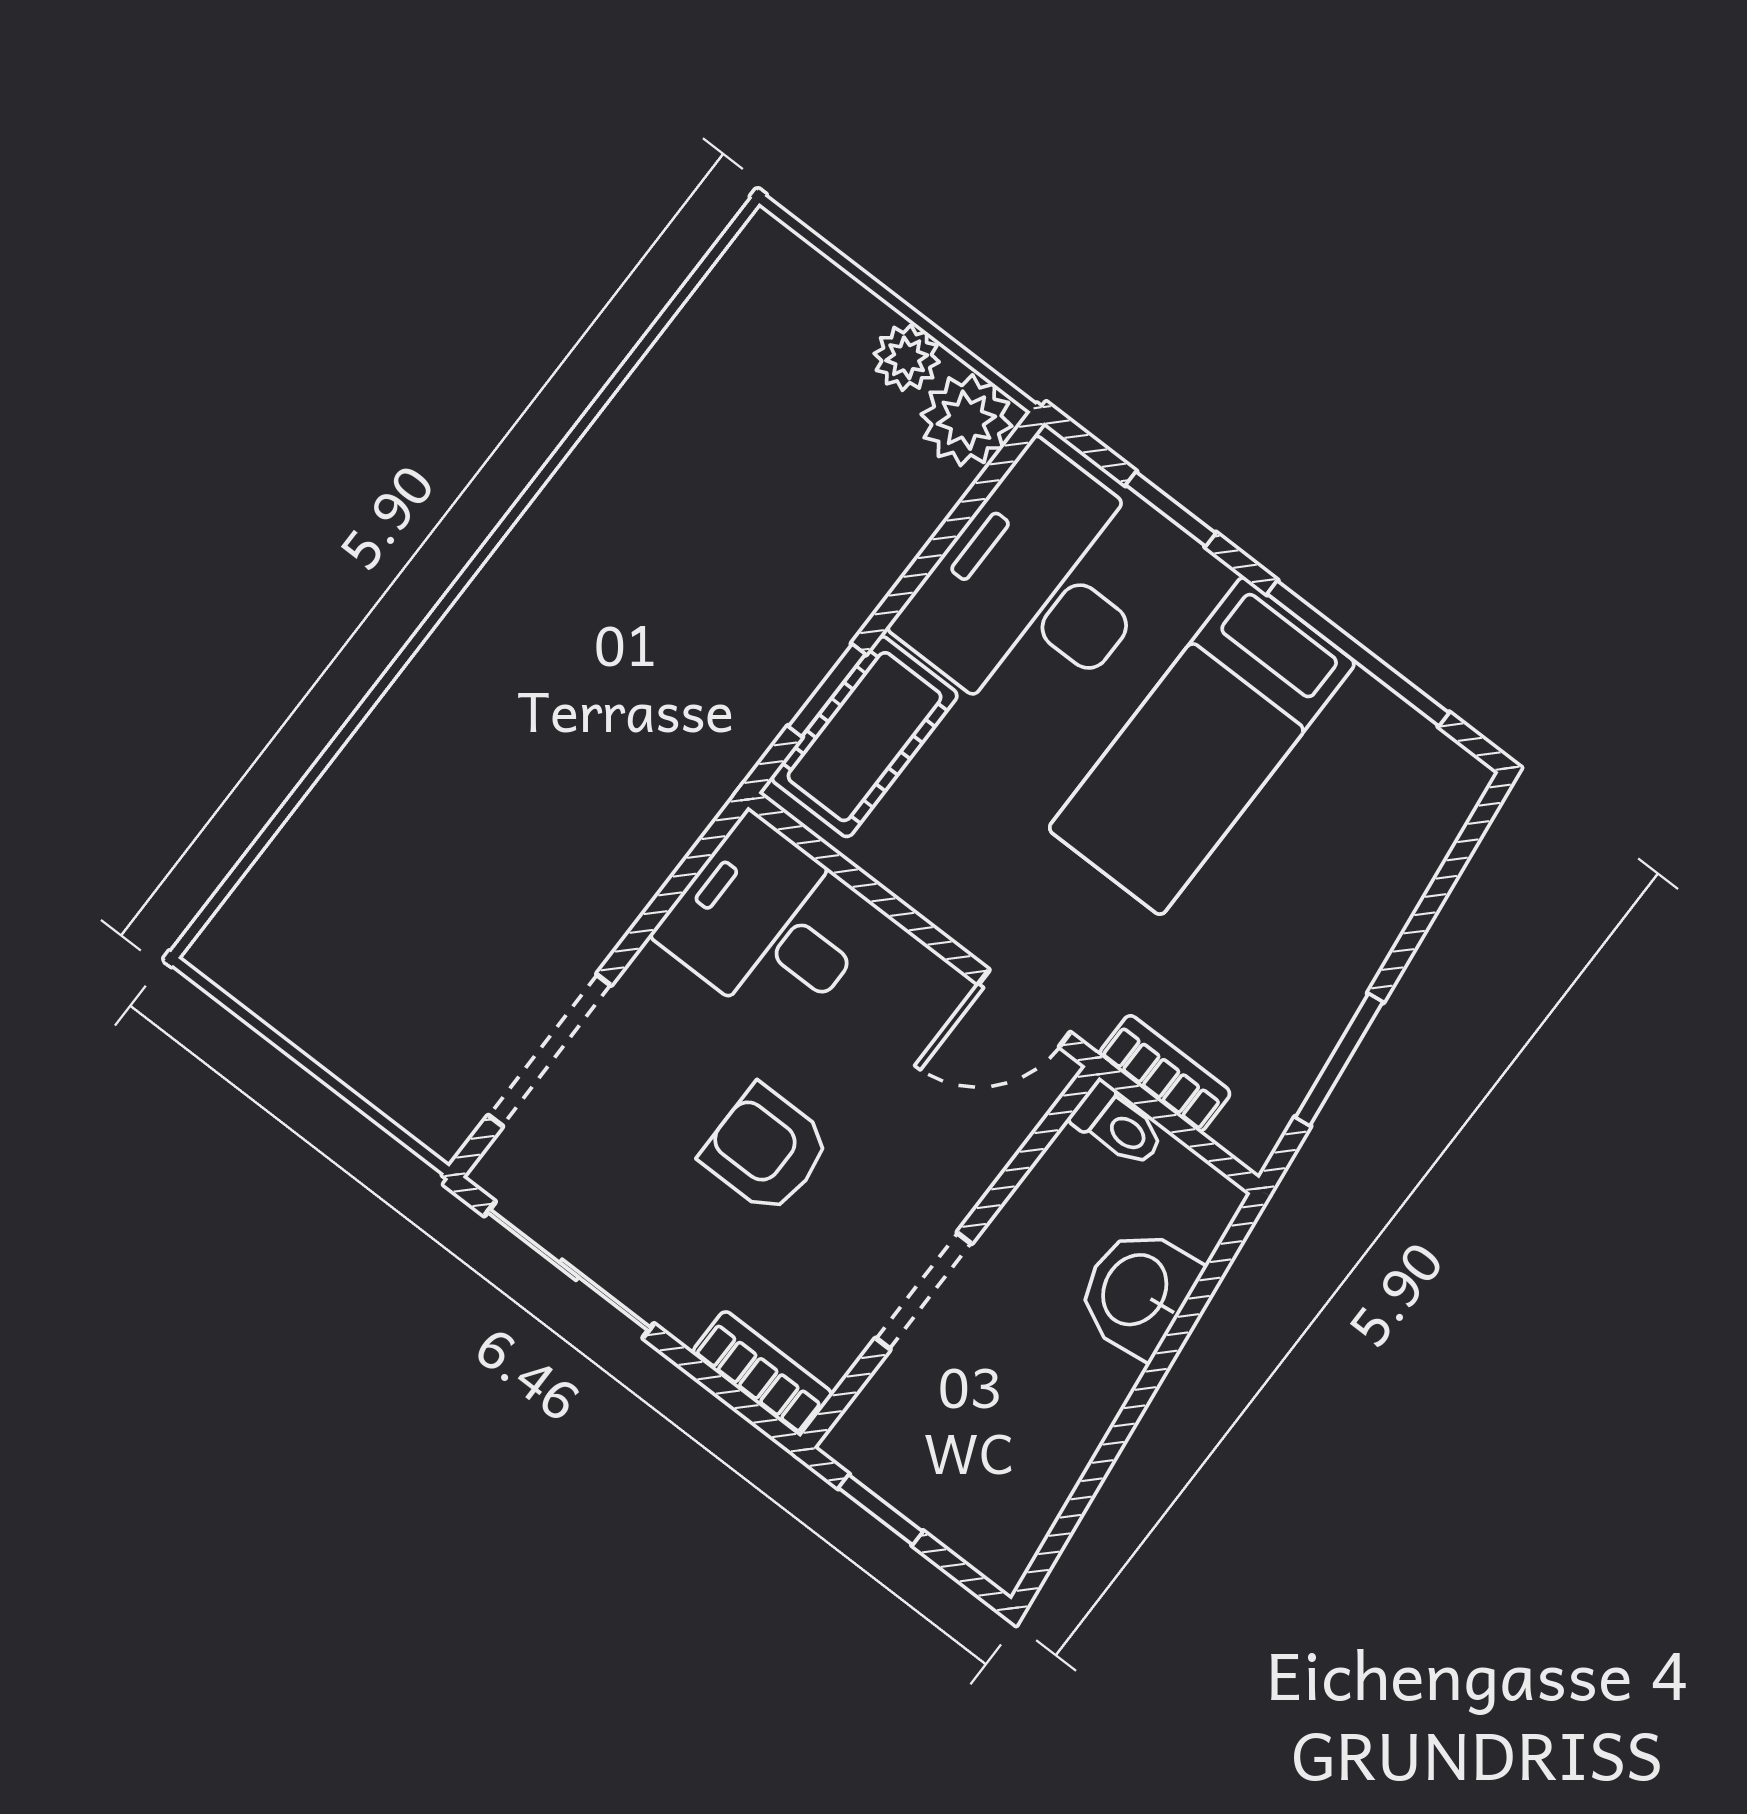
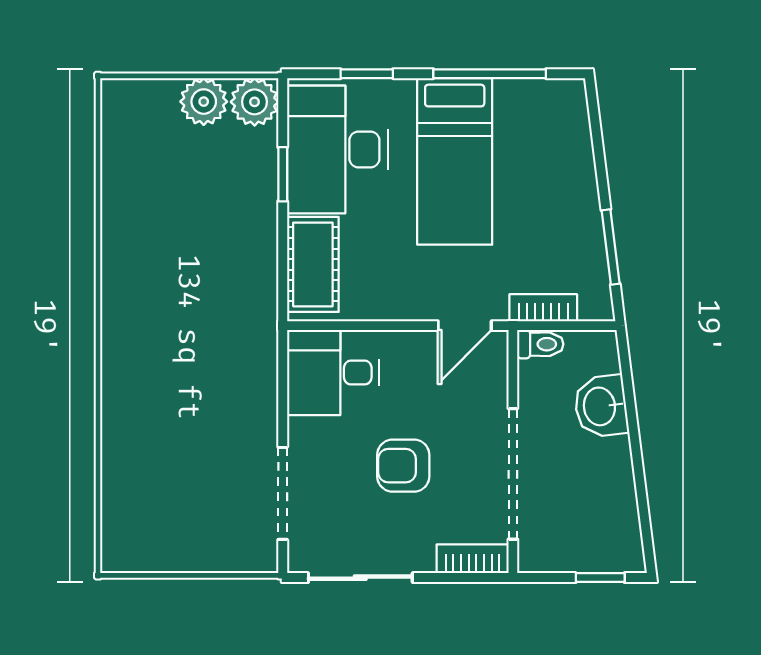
plant: (907, 358) -> (204, 102), width x1.38, depth x1.38
window: (827, 690) -> (283, 174), moved
doorway: (924, 1291) -> (513, 474), width x1.88
window: (881, 1510) -> (600, 578), moved

